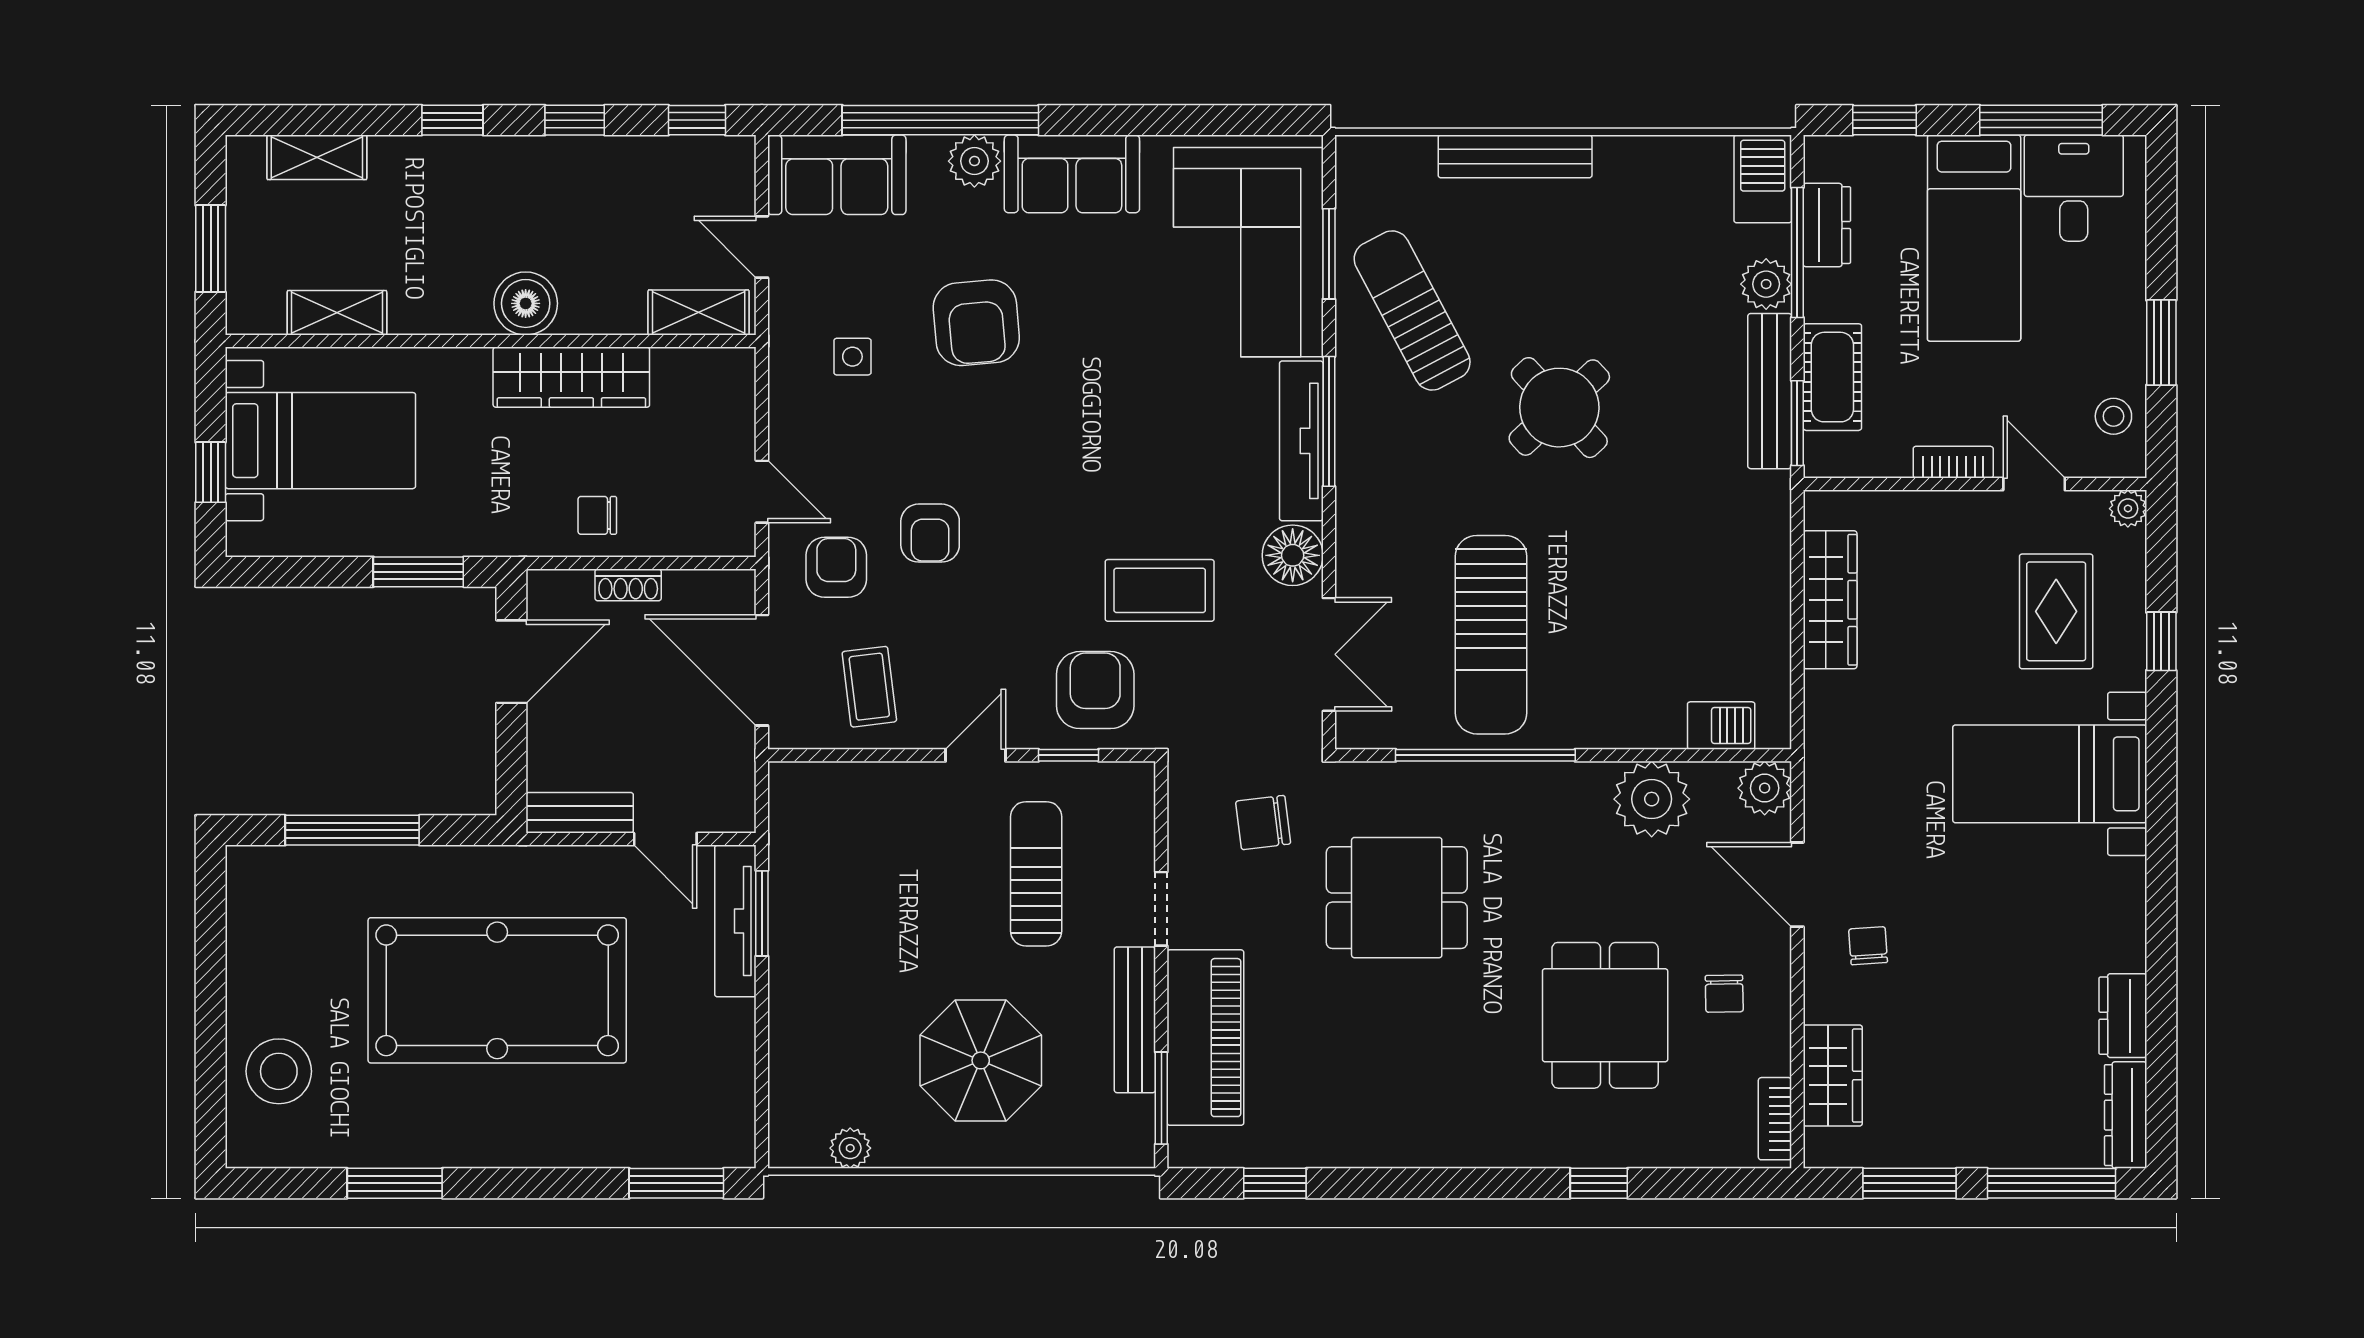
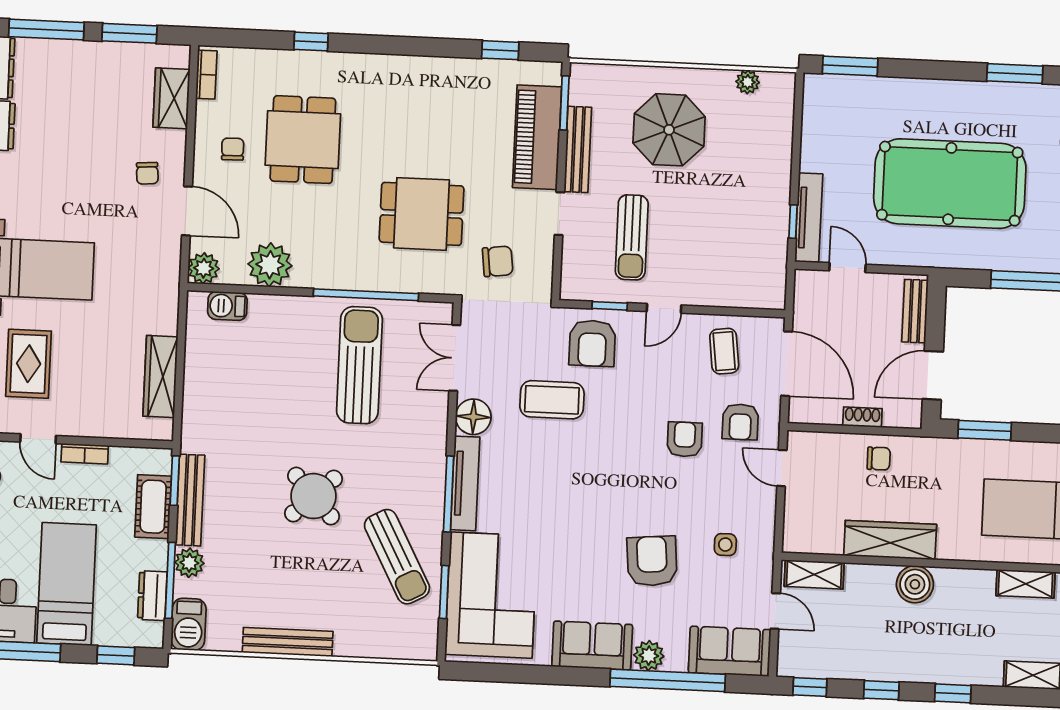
bench: (1515, 156) -> (288, 642), moved
bench: (580, 813) -> (915, 311), moved, turned 90
window: (762, 913) -> (793, 222), width x0.67

